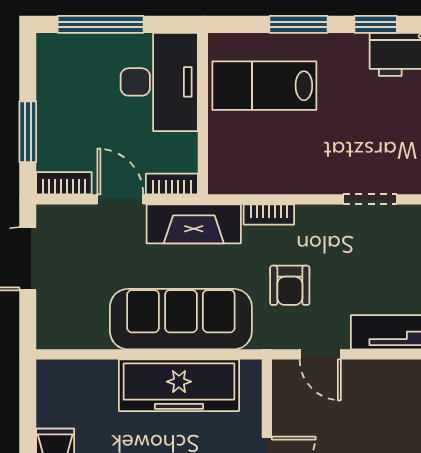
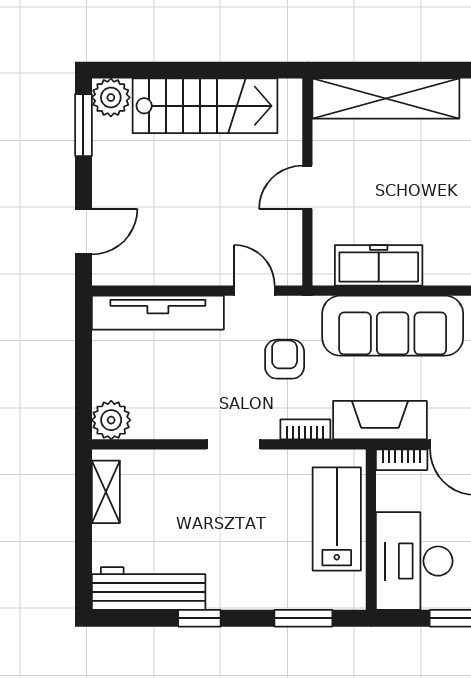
window: (299, 24) -> (303, 618), moved
lab bench: (264, 86) -> (337, 519), moved, turned -90
doorway: (370, 199) -> (233, 444), moved
freezer: (179, 385) -> (379, 265), width x0.73, depth x0.79

